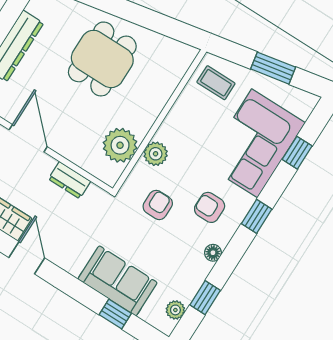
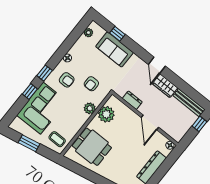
dining table: (102, 59) -> (92, 147), moved, turned 90
window: (297, 153) -> (30, 92), moved
window: (205, 298) -> (73, 37), removed

